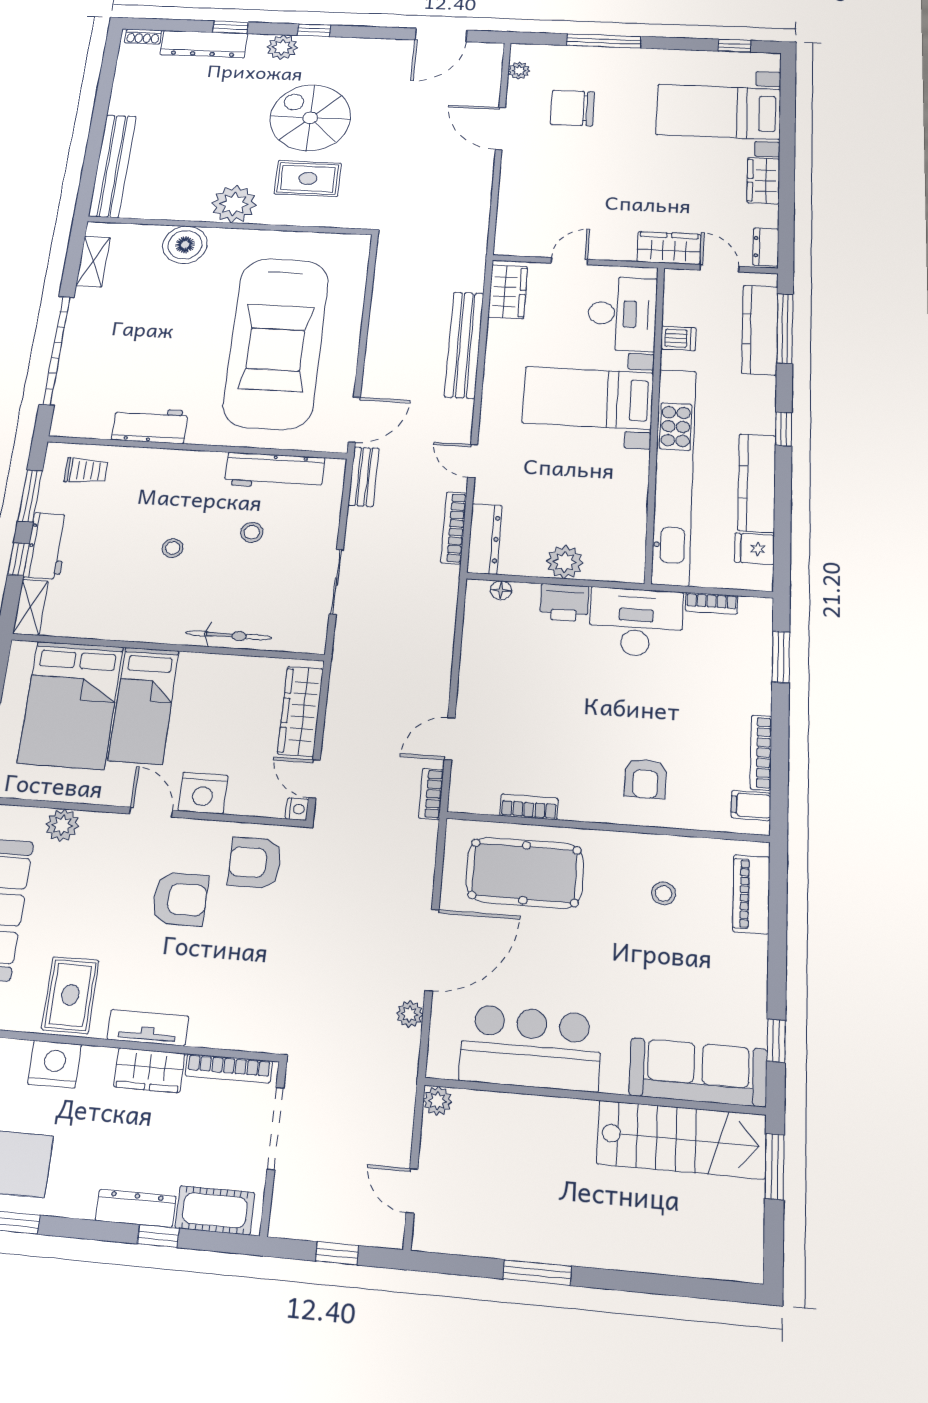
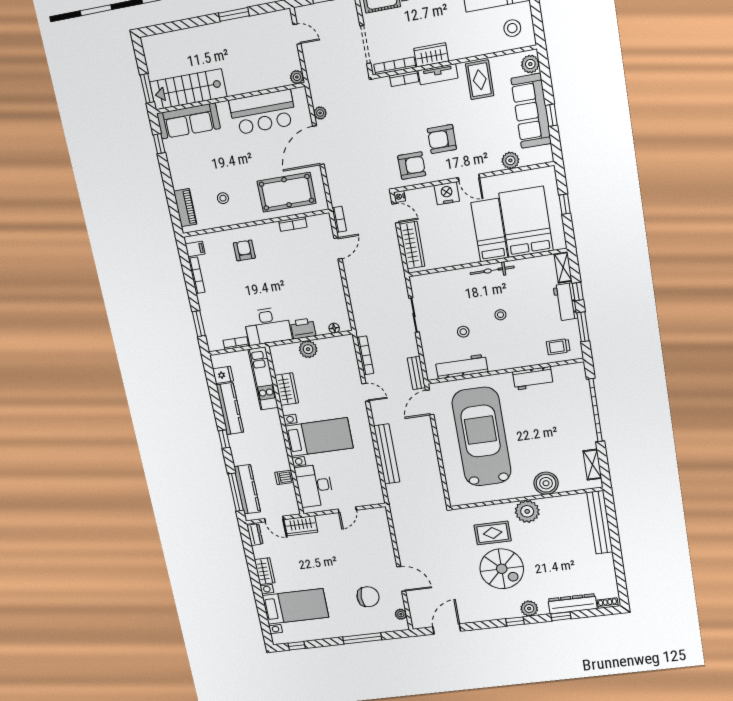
wardrobe: (508, 292) -> (287, 389), moved, turned 180
kitchen unit: (674, 475) -> (263, 379), width x0.54
dresser: (484, 539) -> (349, 353), removed
bicycle: (229, 635) -> (492, 270), moved
bookcase: (218, 1037) -> (404, 79), added
nightstand: (55, 1064) -> (477, 45), removed

